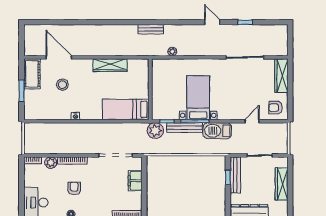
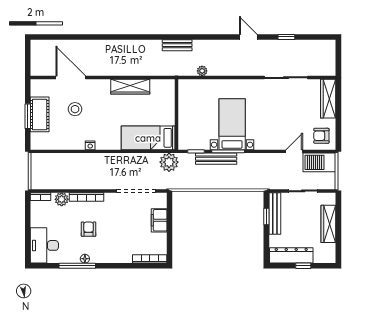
cot: (32, 74) -> (40, 114), moved
plant: (155, 131) -> (169, 162), moved
barbecue: (217, 131) -> (319, 162), moved

